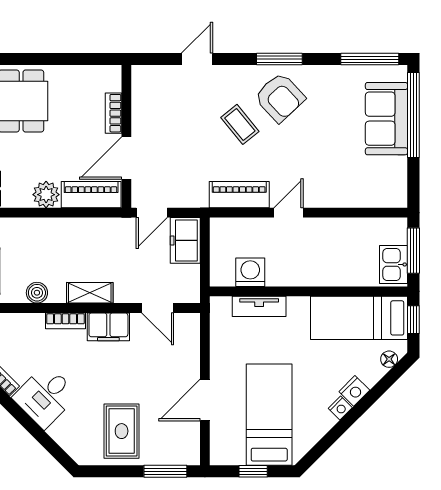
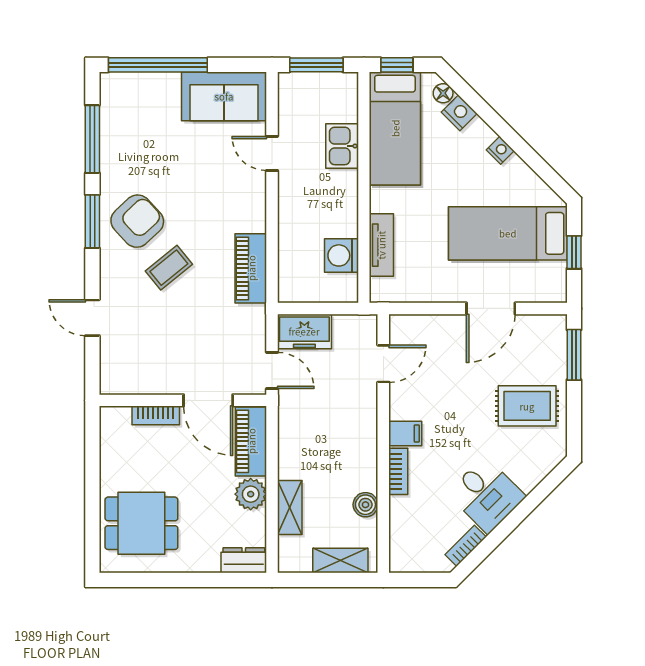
window: (370, 59) -> (92, 139), moved
sofa: (386, 119) -> (224, 96), moved
door: (288, 213) -> (272, 153), moved
kitchen sink: (394, 264) -> (342, 146), moved, turned 90
shelving: (90, 293) -> (290, 507), moved
filing cabinet: (108, 327) -> (405, 434), width x0.50
nightstand: (354, 391) -> (459, 113), moved
door: (205, 400) -> (491, 308), hinge flipped

